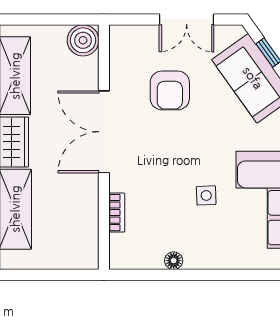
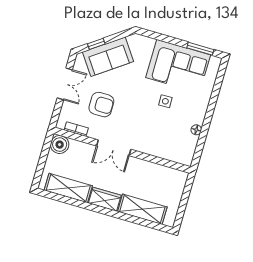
double door: (104, 132) -> (114, 148), width x0.73
bookcase: (117, 213) -> (76, 129), moved

